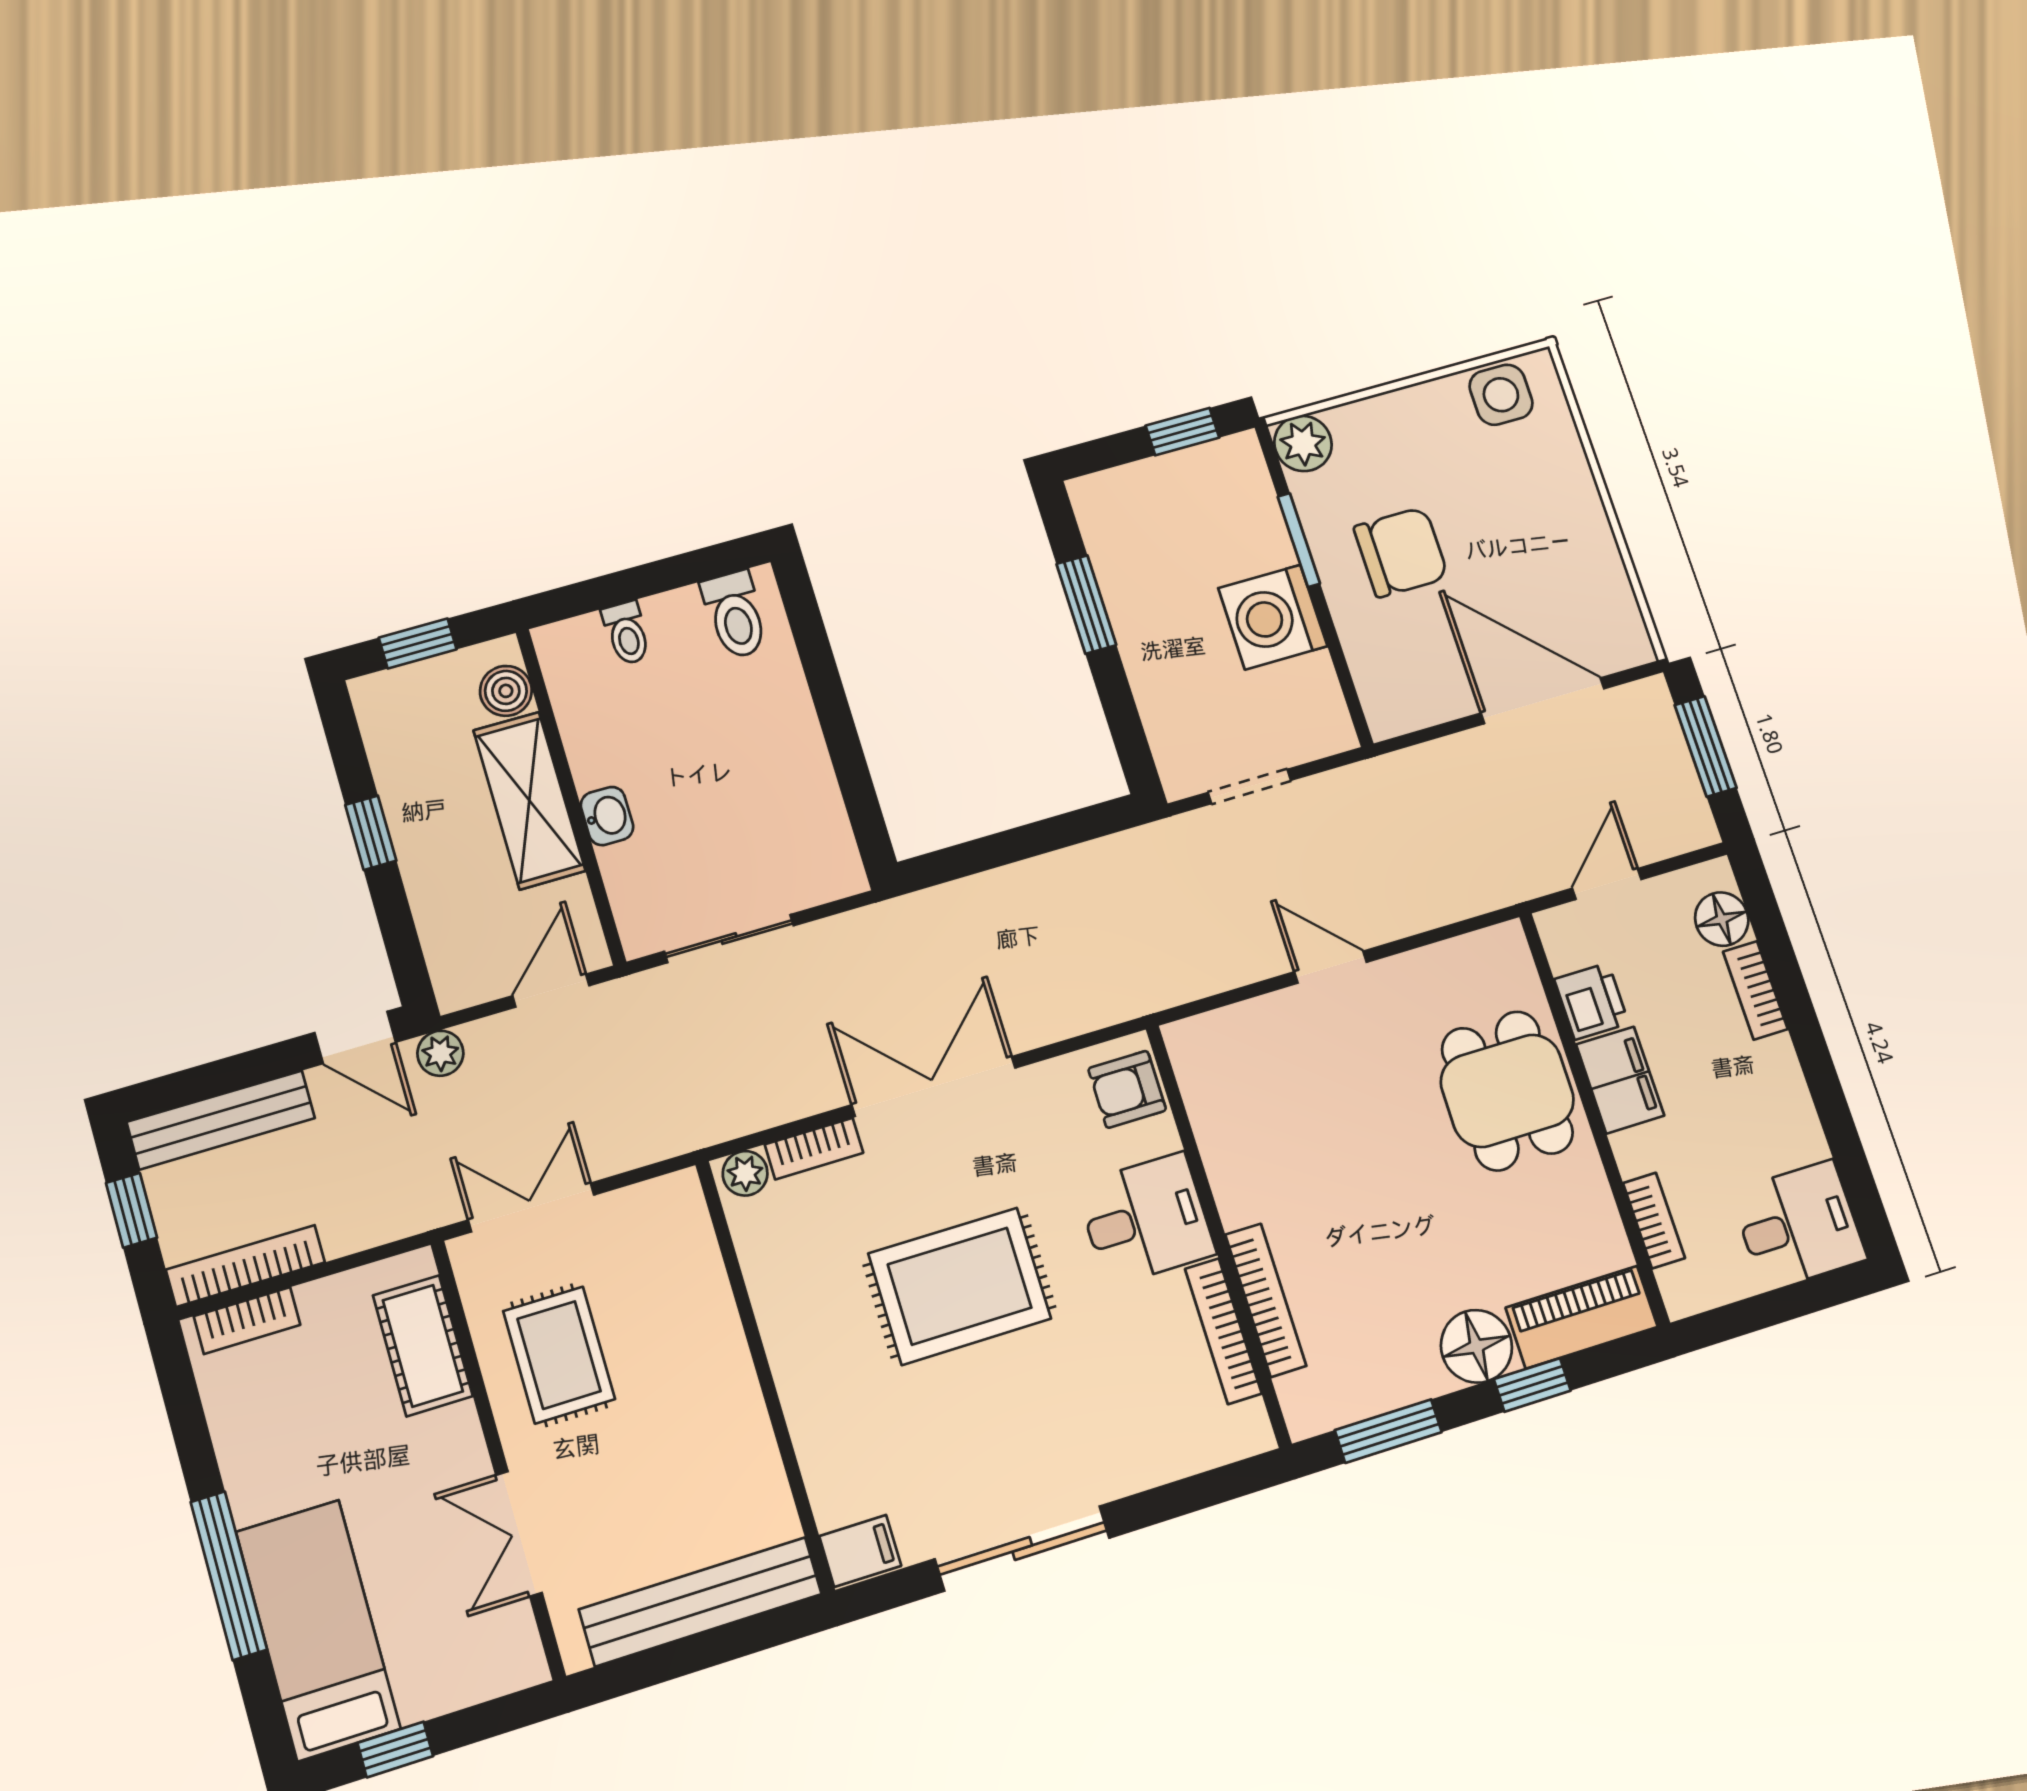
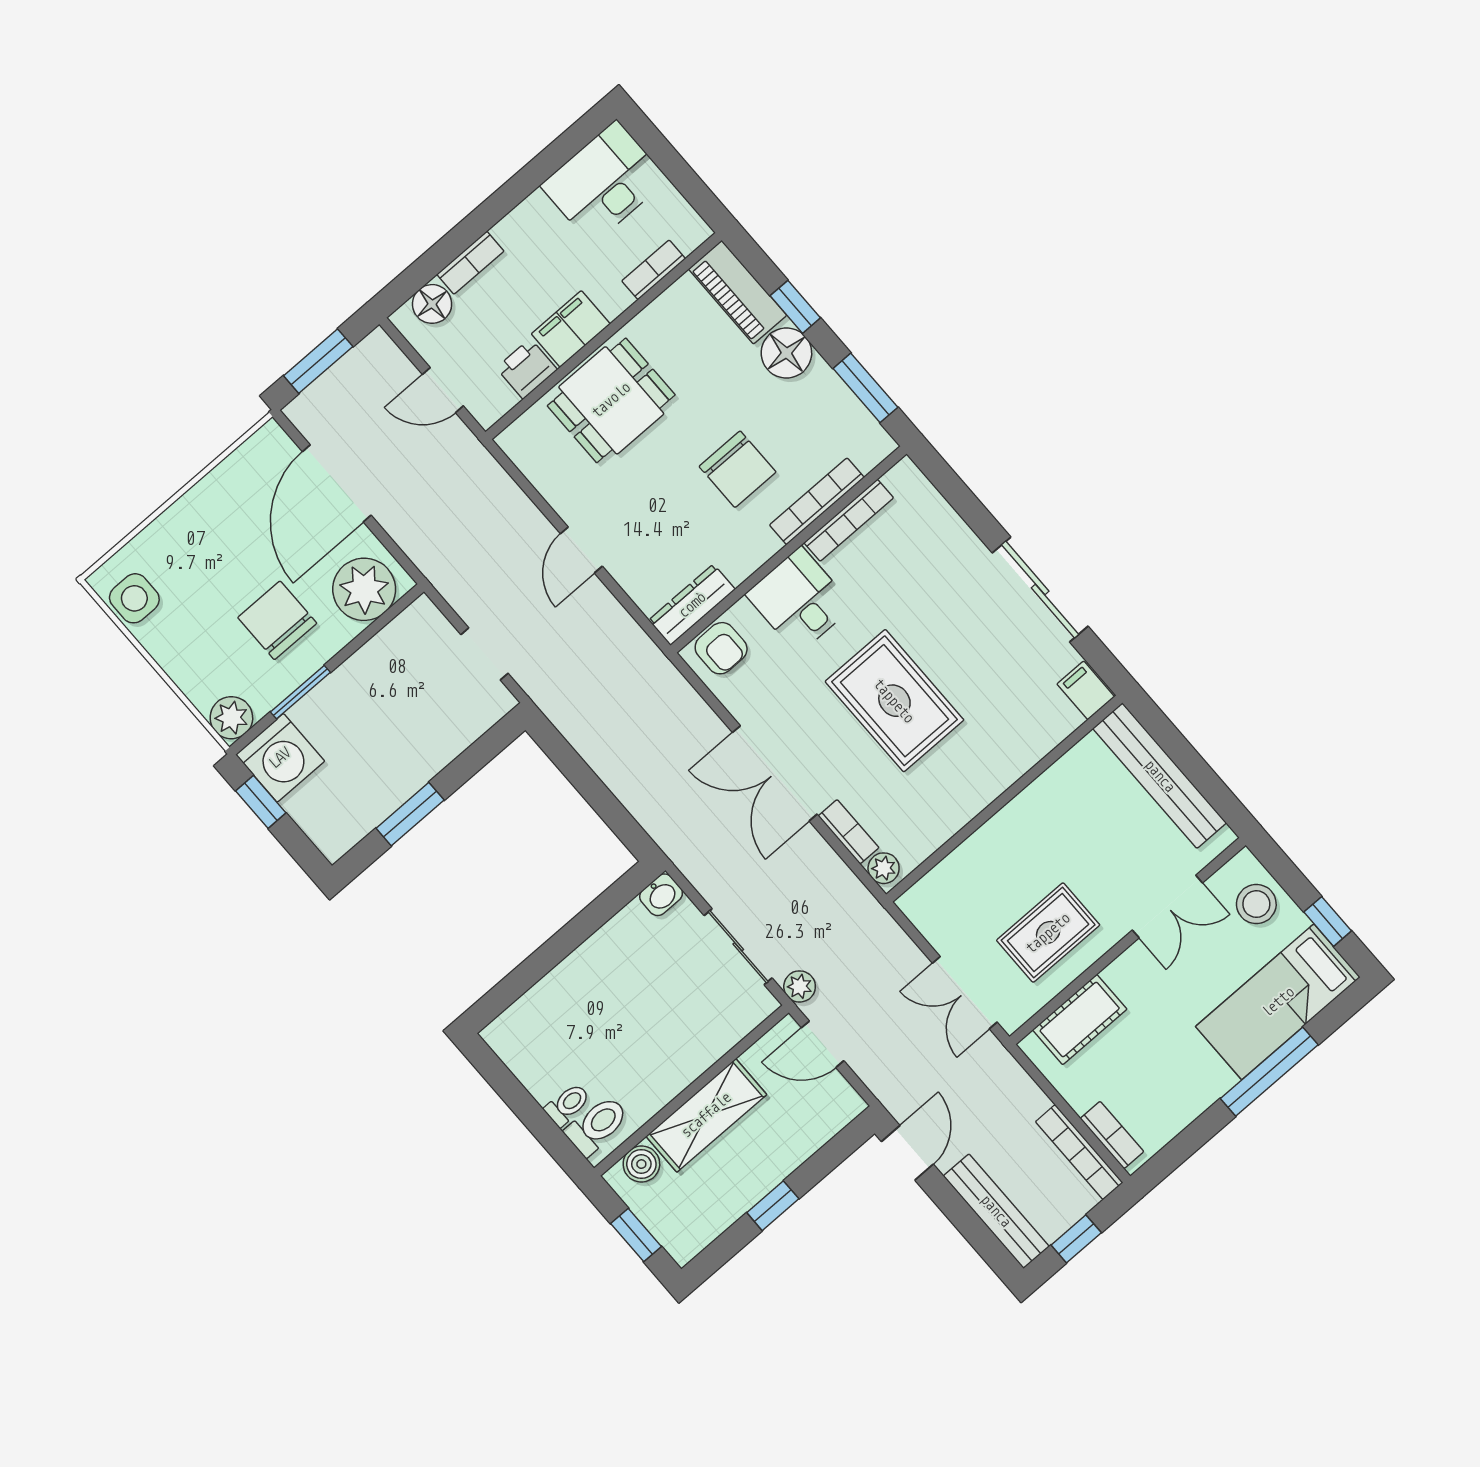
toilet: (735, 615) -> (597, 1125), moved
washing machine: (1273, 617) -> (280, 758), moved
plant: (1395, 675) -> (364, 589), added
washbasin: (607, 816) -> (661, 895), moved, turned 180
plant: (440, 1053) -> (800, 986), moved
dresser: (1200, 1077) -> (692, 605), added
chair: (1351, 1214) -> (738, 469), added
desk: (1798, 1225) -> (604, 182), width x1.37
stool: (465, 1659) -> (1256, 904), added

